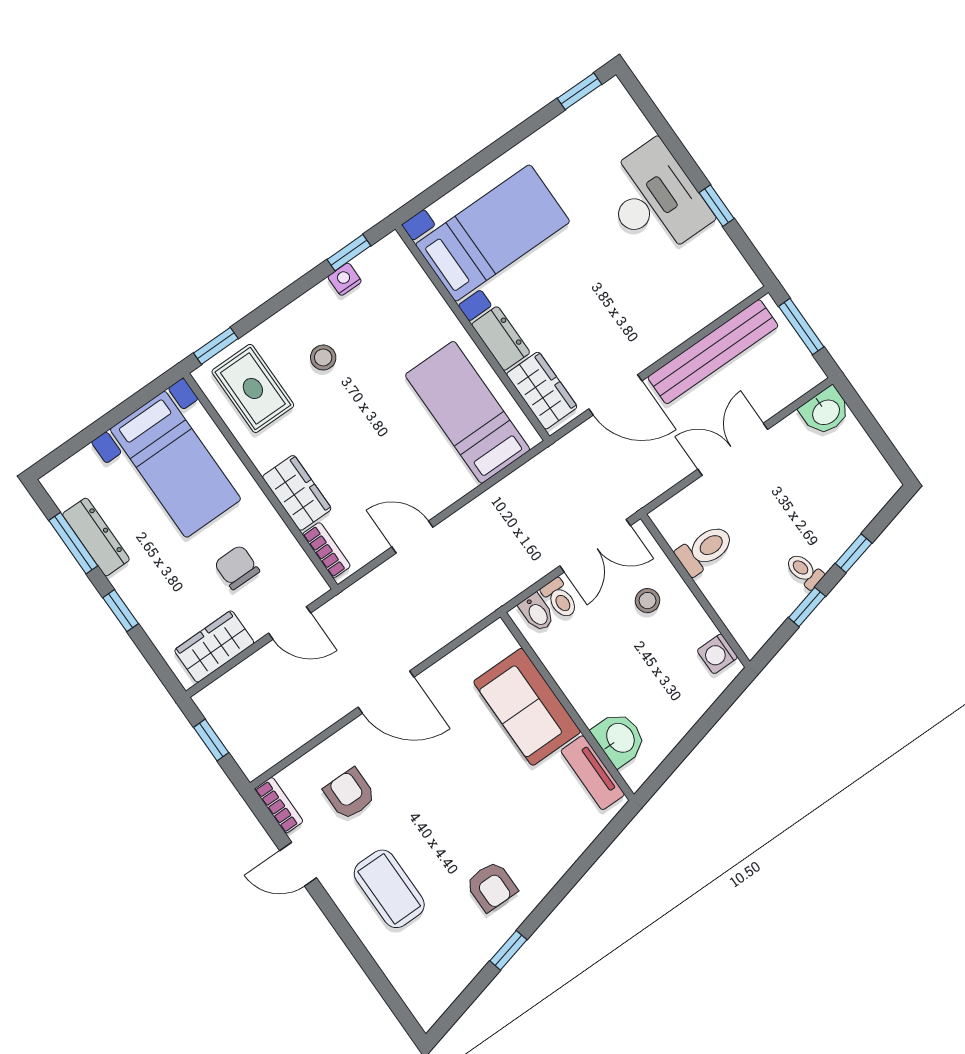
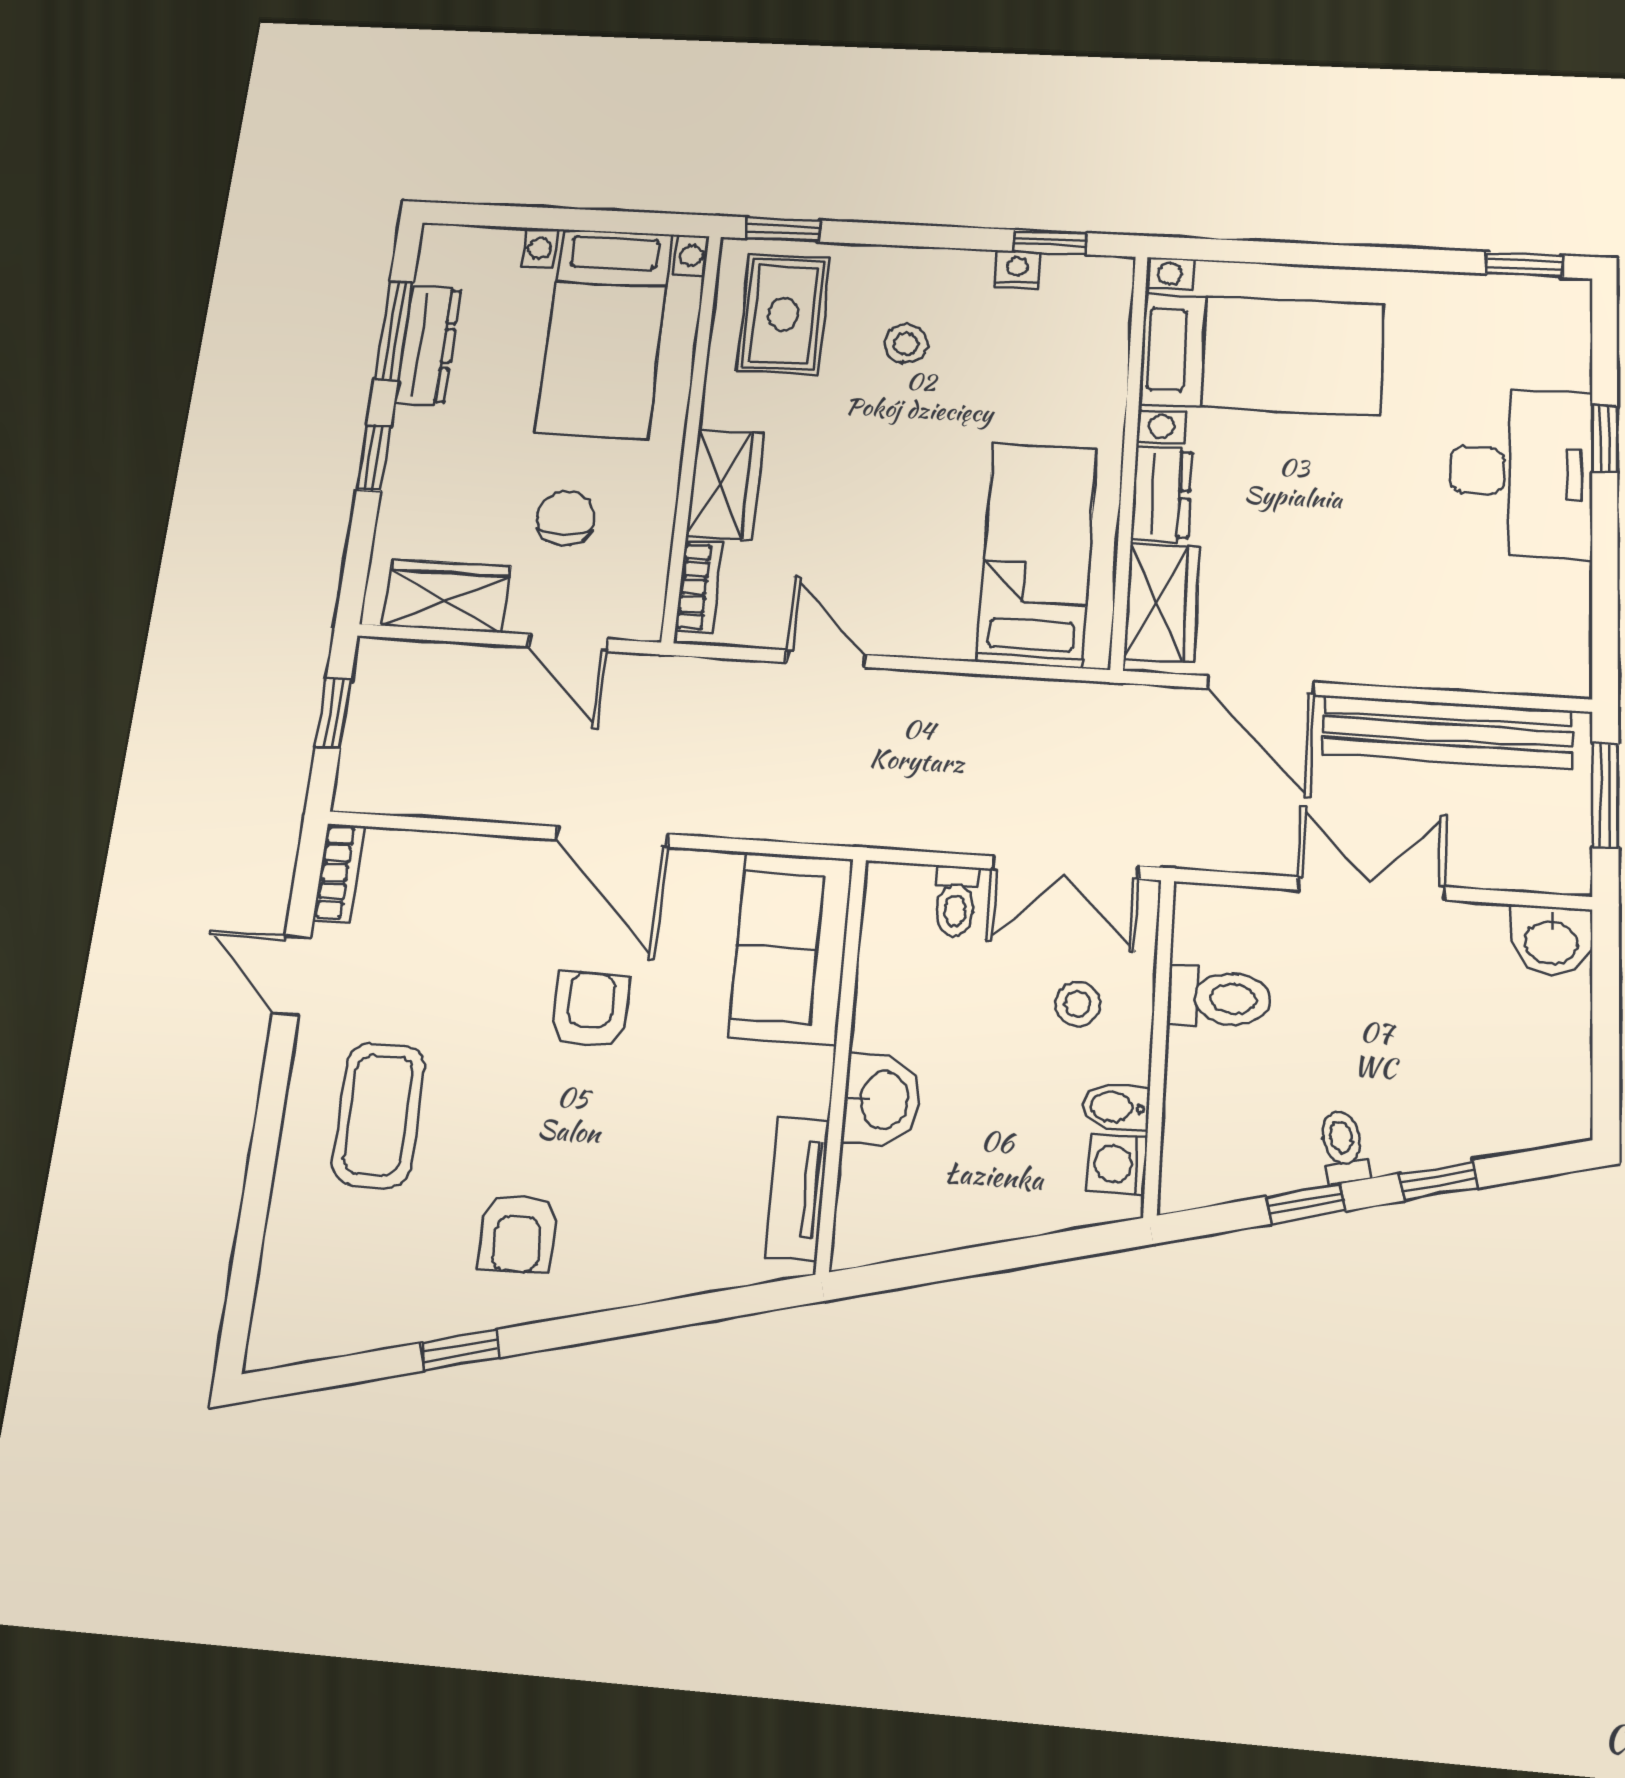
window: (717, 206) -> (1605, 439), moved
bidet: (537, 612) -> (1116, 1107), moved, turned 90
sofa: (527, 707) -> (791, 948), moved
washbasin: (619, 739) -> (882, 1100), moved
armchair: (350, 794) -> (590, 1010), moved

